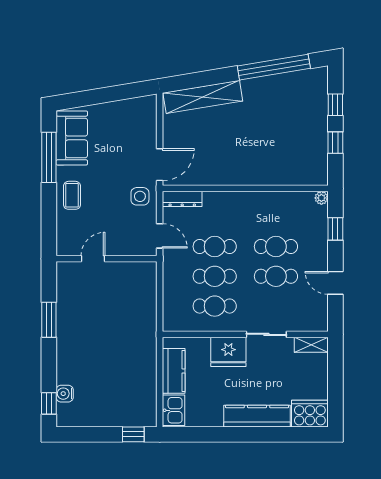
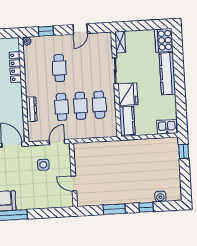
locker: (282, 177) -> (15, 67), added
coffee table: (72, 195) -> (35, 199), removed
side table: (140, 196) -> (43, 165), moved
dresser: (182, 199) -> (31, 109), moved
cafe table: (276, 276) -> (78, 67), removed
kitchen counter: (174, 371) -> (127, 121), moved, turned 90
window: (49, 403) -> (146, 207), moved

